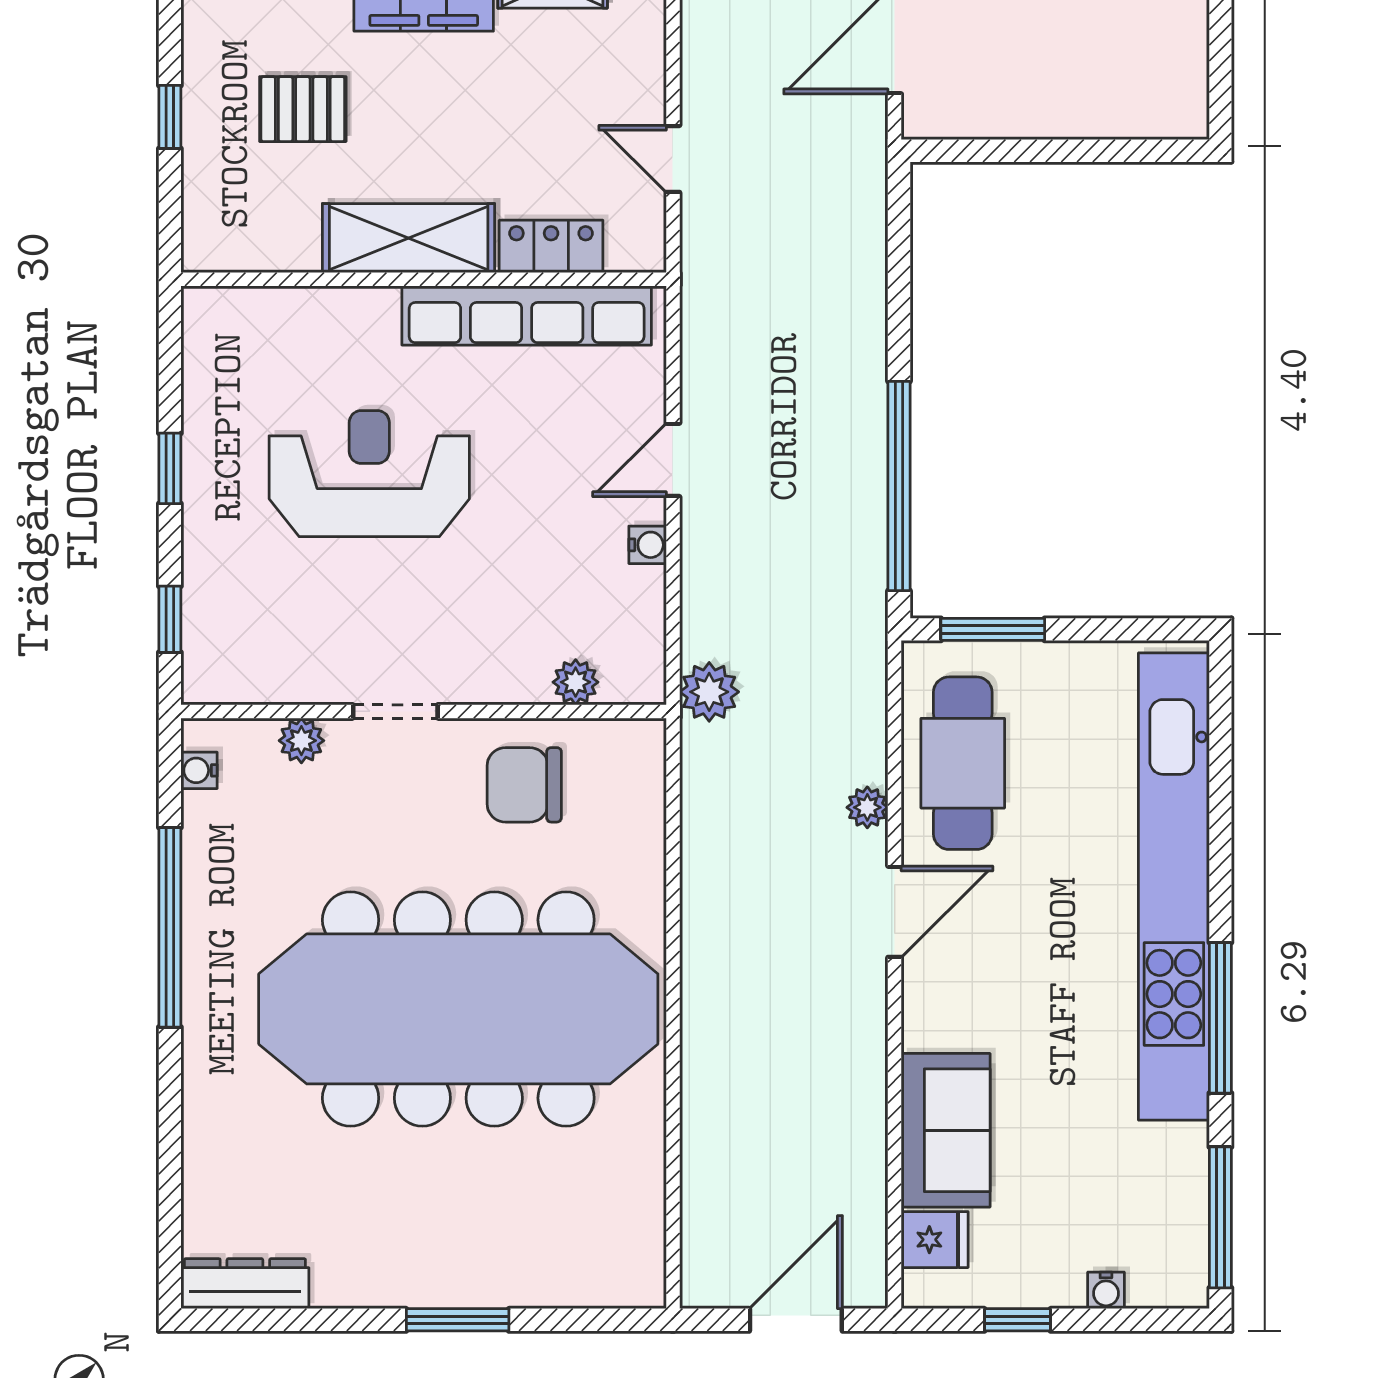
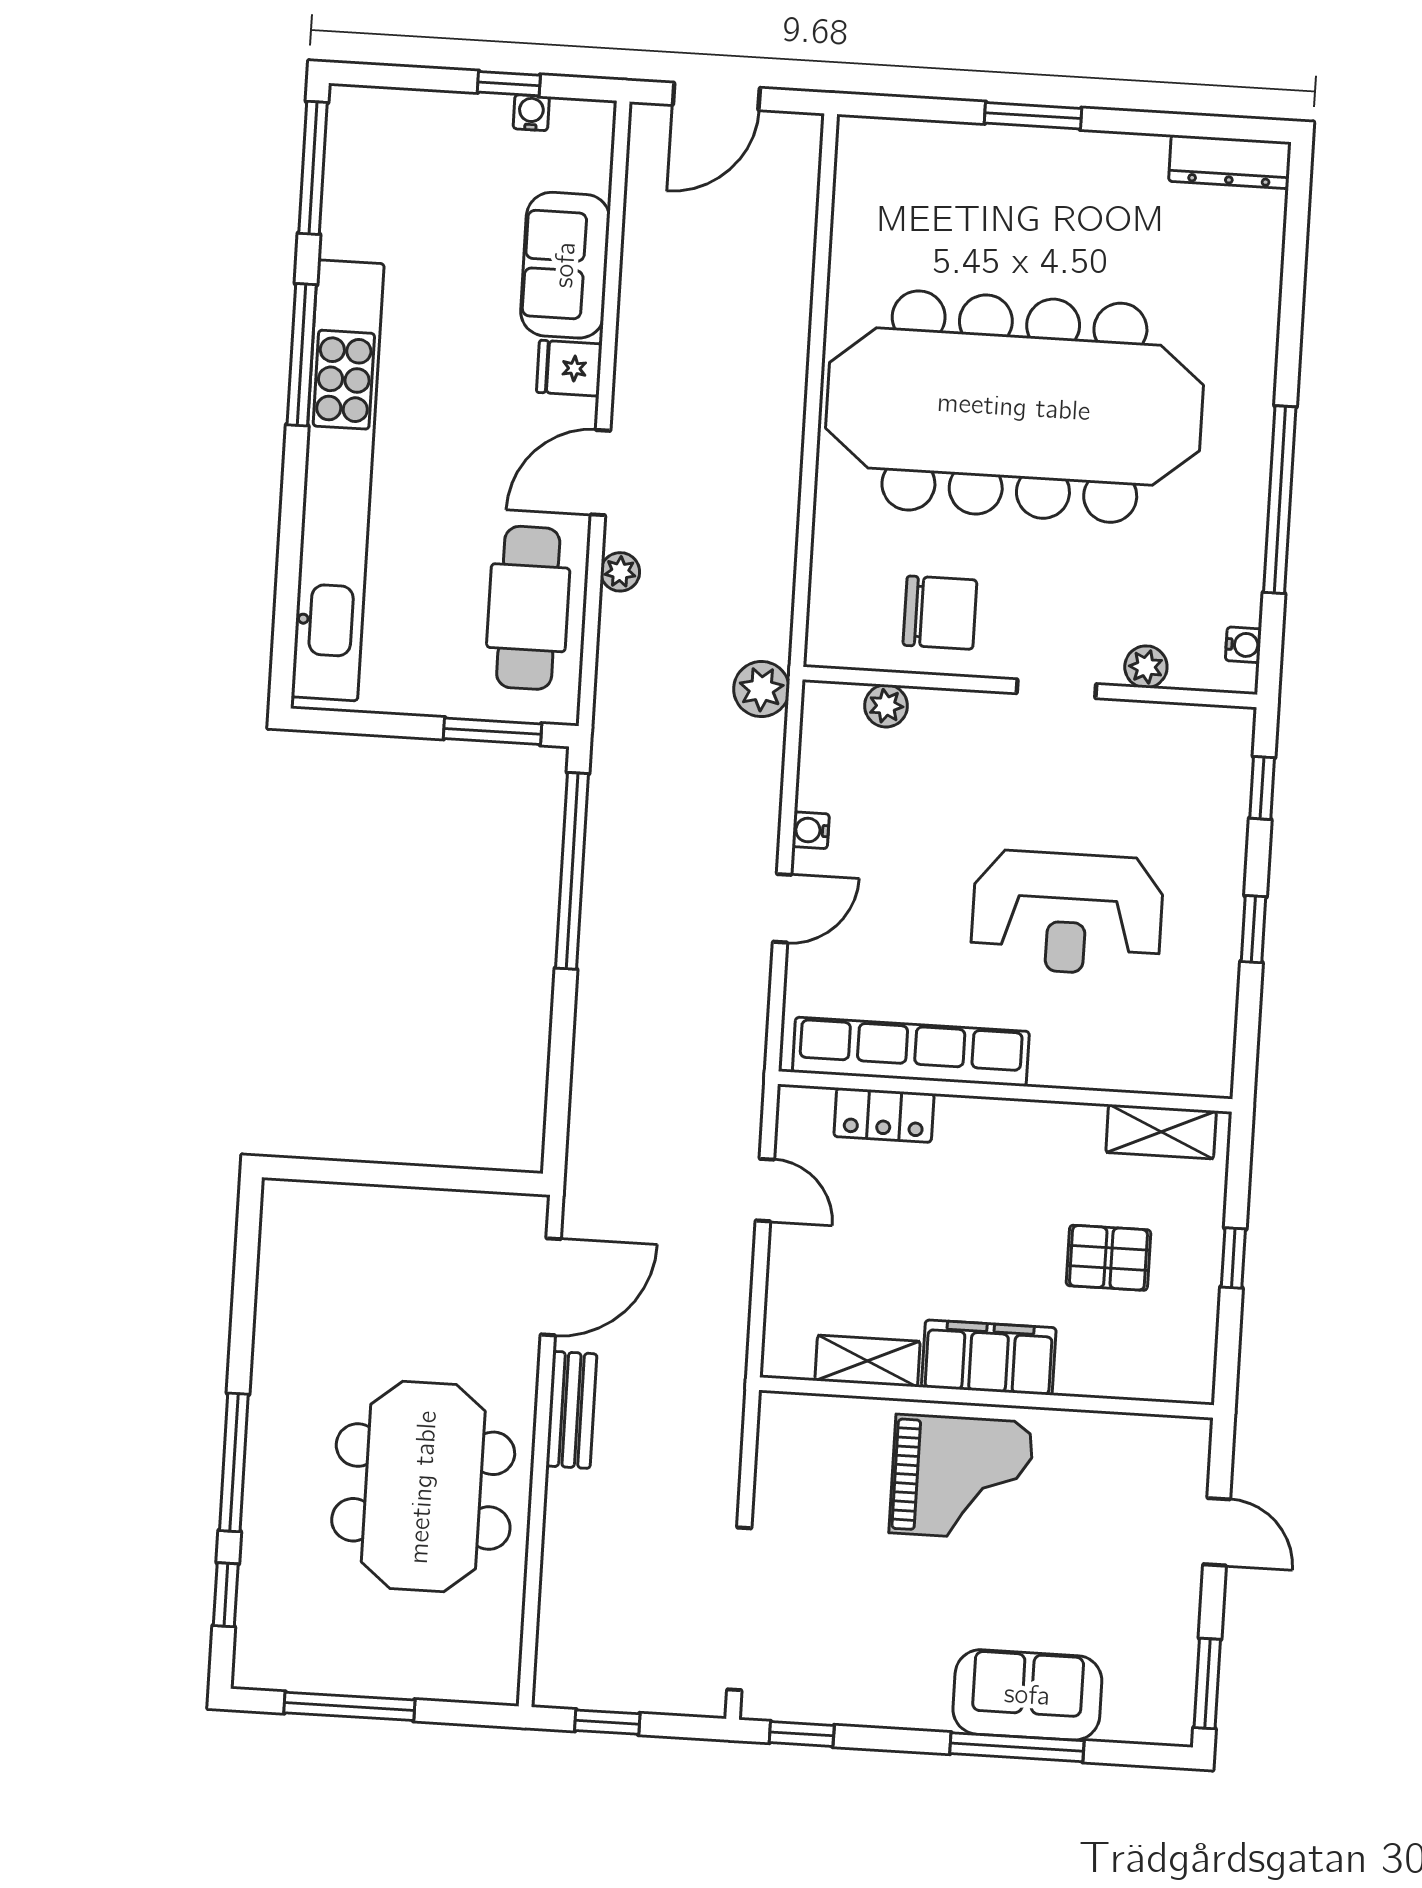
shelving: (409, 238) -> (1161, 1132), moved, width x0.67, depth x0.75
fridge: (935, 1240) -> (569, 368), moved
water cooler: (1106, 1290) -> (531, 113), moved

